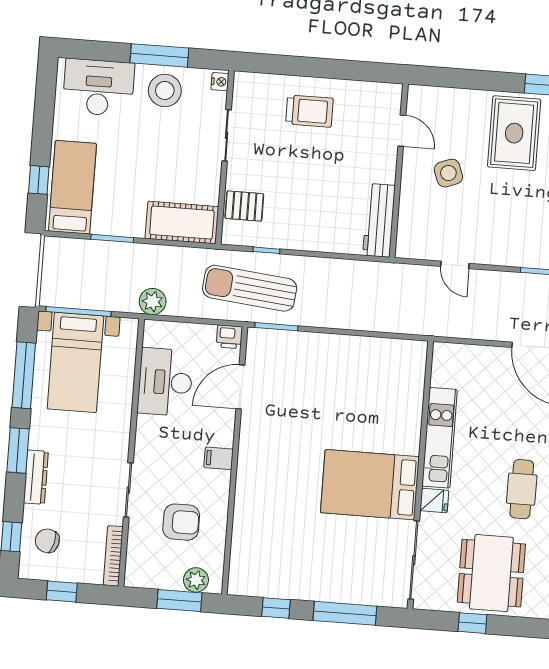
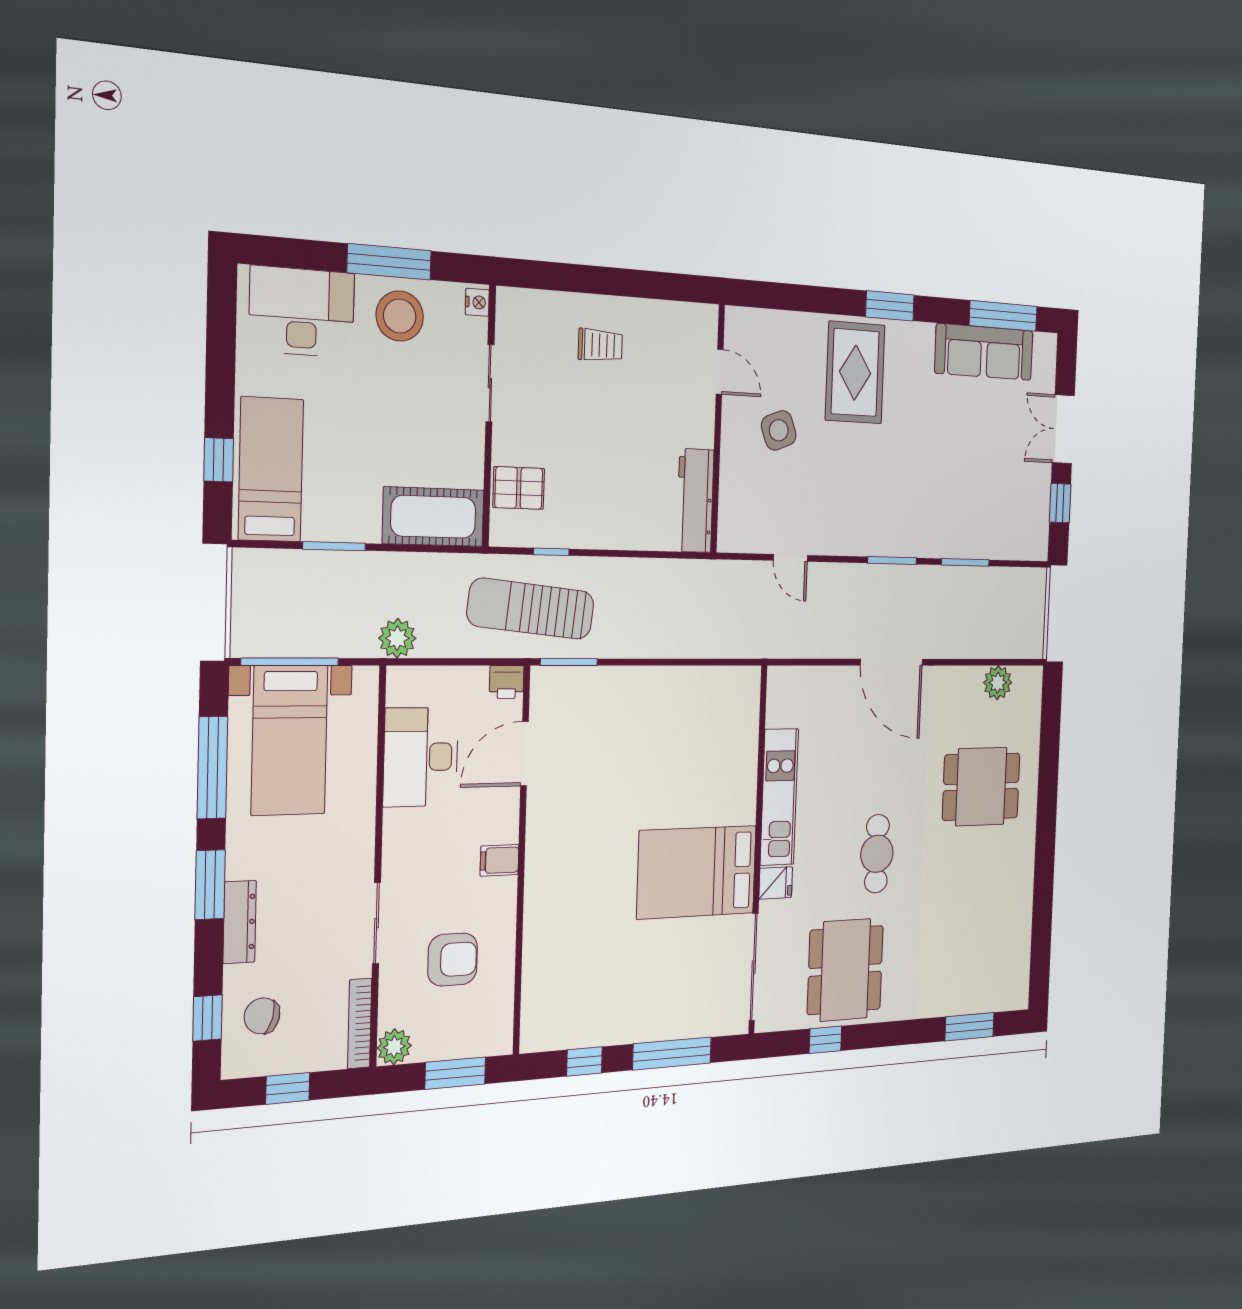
trolley: (309, 111) -> (600, 345), width x0.73, depth x0.72
plant: (196, 580) -> (394, 1047), moved

